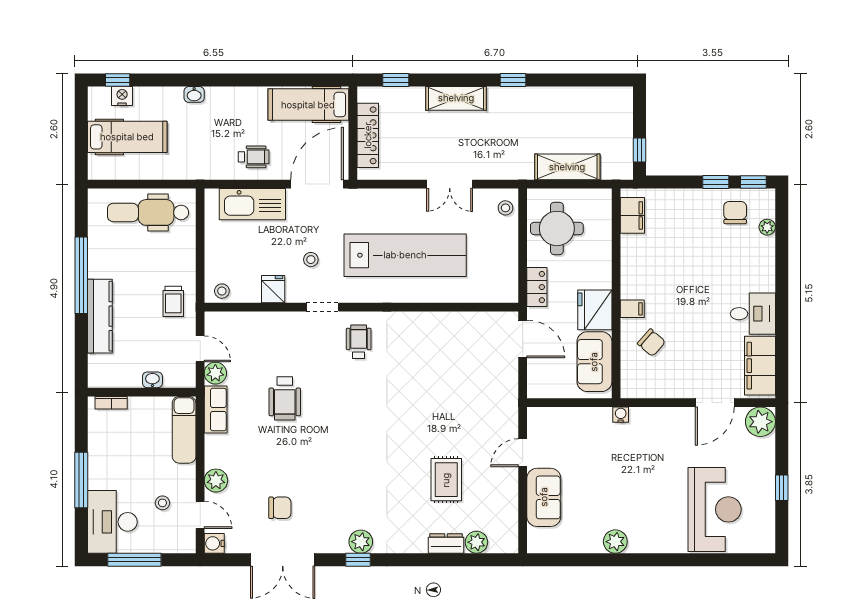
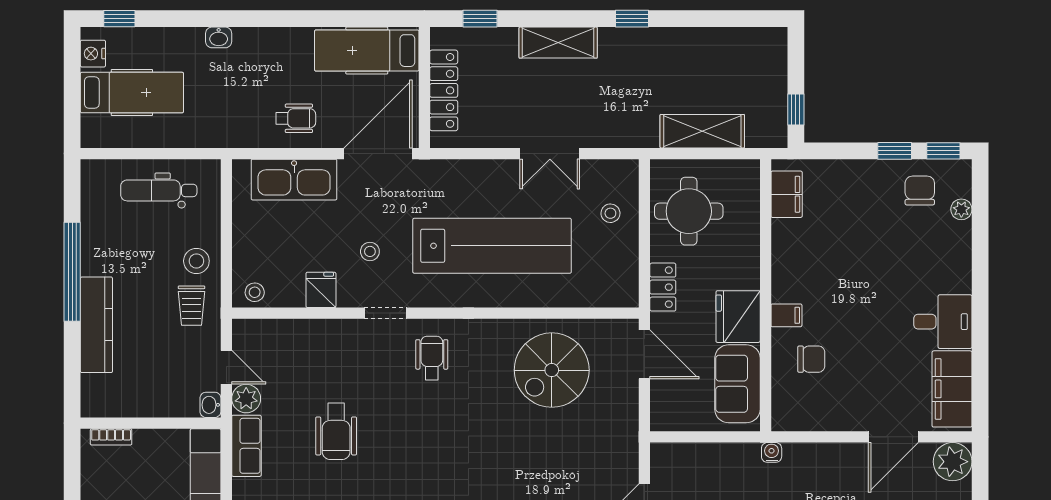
nightstand: (122, 96) -> (93, 54), moved, turned -90
stool: (505, 208) -> (610, 213), moved
dental chair: (148, 212) -> (159, 190), width x0.73, depth x0.72
stool: (177, 267) -> (196, 261), added
chair: (651, 343) -> (811, 359), turned -41
spiral stairs: (451, 351) -> (552, 370), added
washbasin: (152, 380) -> (210, 405), moved, turned -90

